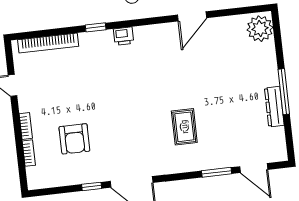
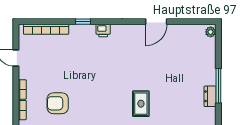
plant: (260, 29) -> (211, 32), width x0.53, depth x0.53
dresser: (274, 107) -> (210, 96), width x0.70
armchair: (74, 139) -> (58, 103), turned 90

